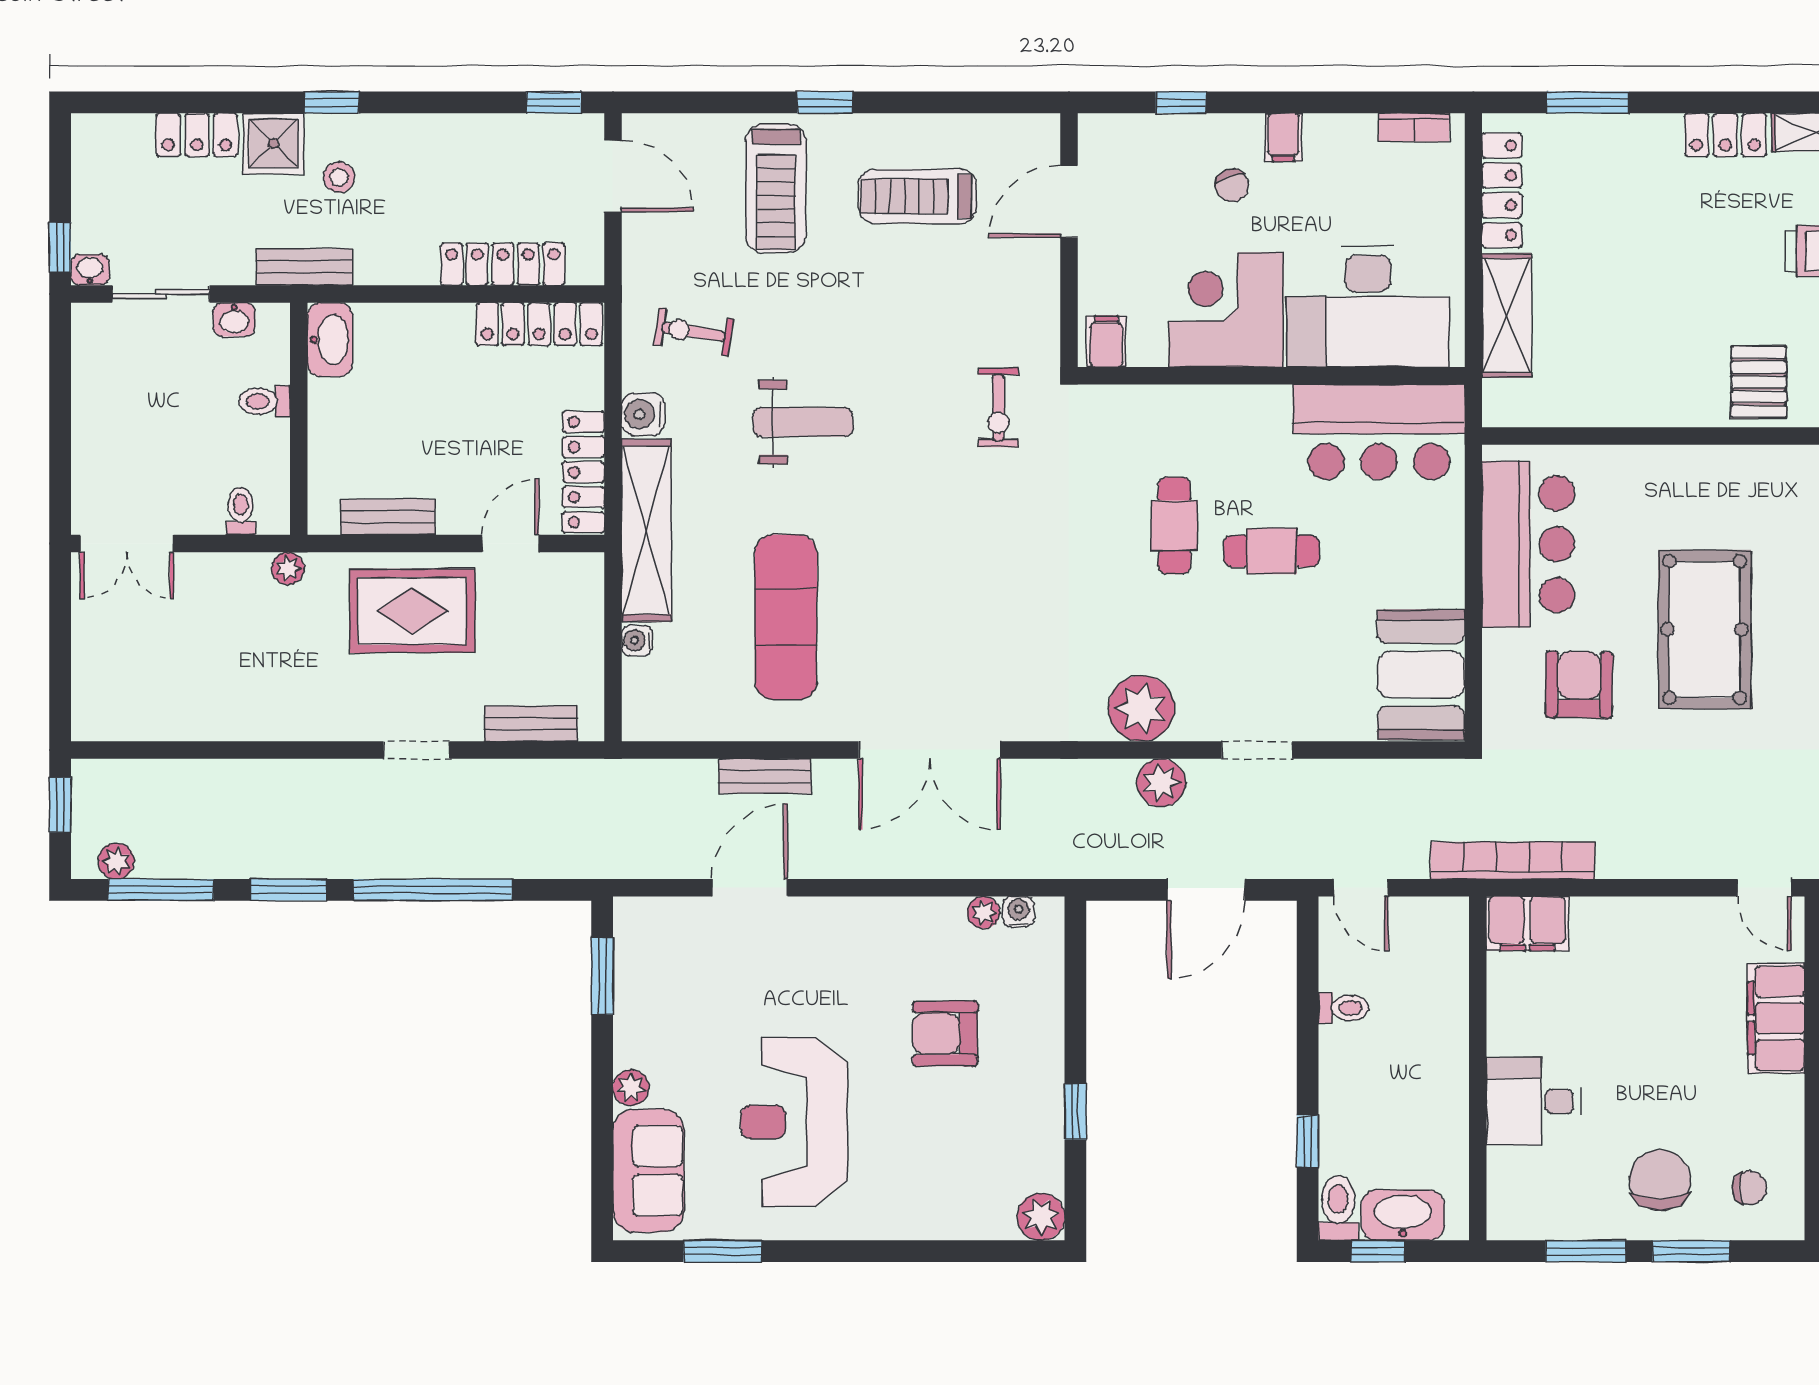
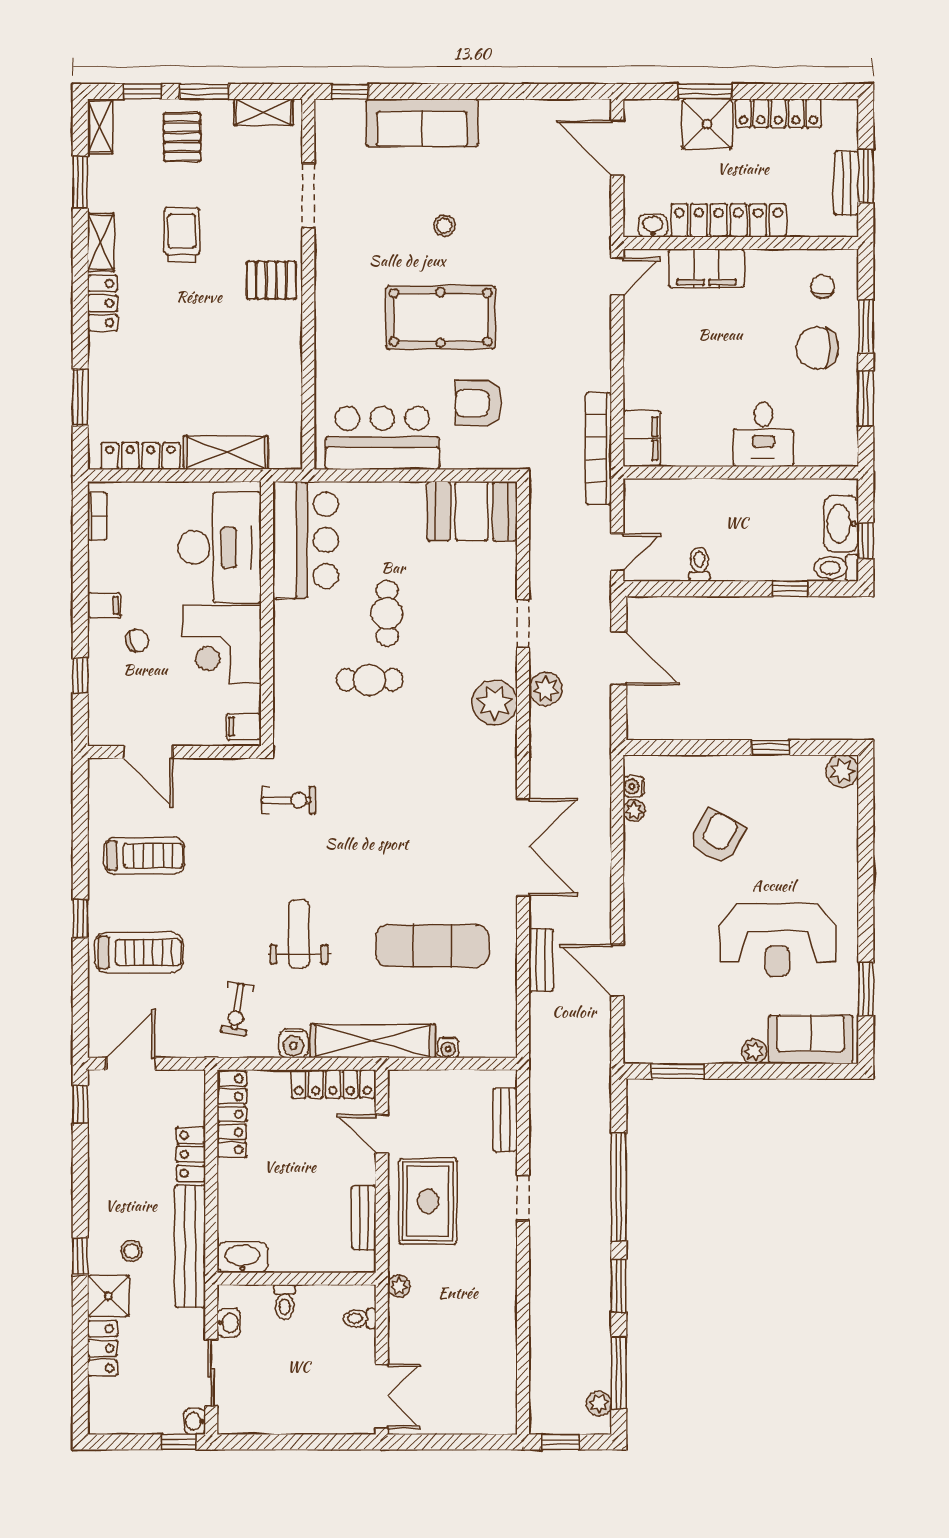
treadmill: (917, 196) -> (144, 856), turned -90
locker: (503, 264) -> (191, 1154), width x0.66
bench: (304, 267) -> (190, 1246), width x1.86, depth x1.21
armchair: (945, 1034) -> (717, 837), turned -151

